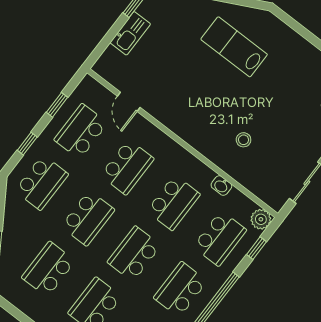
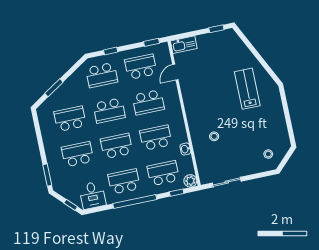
kitchen sink: (130, 33) -> (184, 45), moved
window: (57, 105) -> (152, 42), moved
school desk: (173, 203) -> (156, 138), turned 180
school desk: (220, 238) -> (163, 173), turned 180

